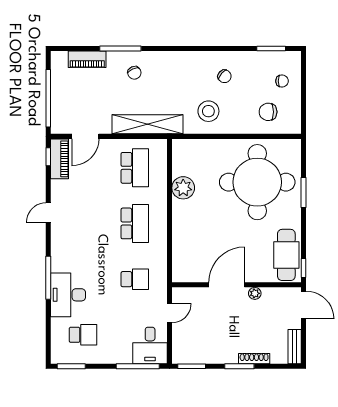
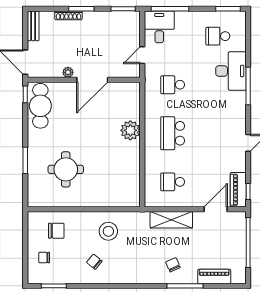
shelving: (148, 124) -> (171, 220), width x0.68
school desk: (135, 168) -> (173, 182), width x0.54
round table: (257, 182) -> (66, 169), width x0.54, depth x0.54
plant: (183, 188) -> (130, 130), moved

